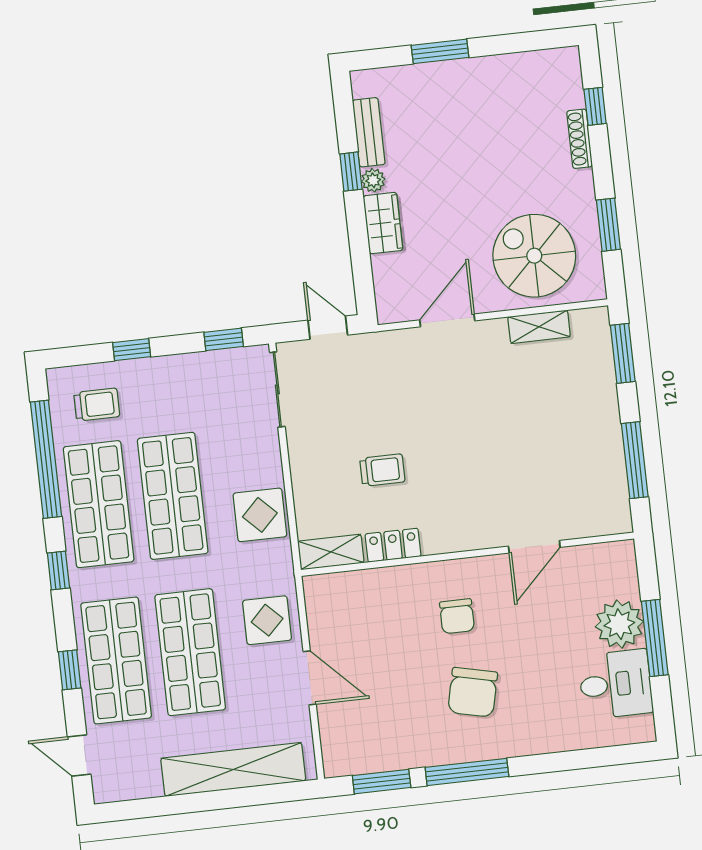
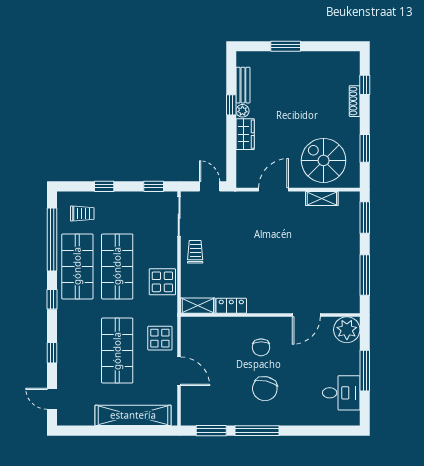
trolley: (382, 470) -> (195, 252), moved, turned -90
plant: (619, 624) -> (347, 330), moved
shop shelf: (116, 660) -> (77, 351), removed

